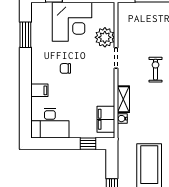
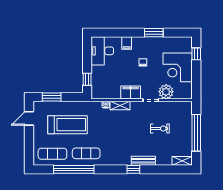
window: (25, 35) -> (154, 33), moved
exercise bike: (155, 70) -> (160, 128), moved
filing cabinet: (106, 119) -> (131, 92), moved

